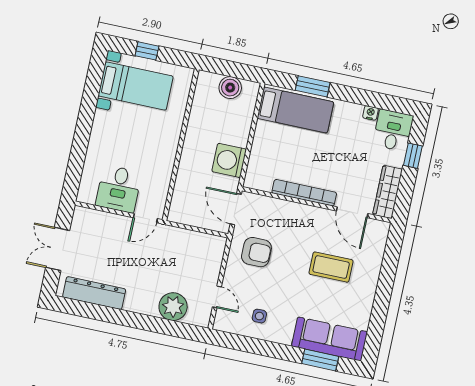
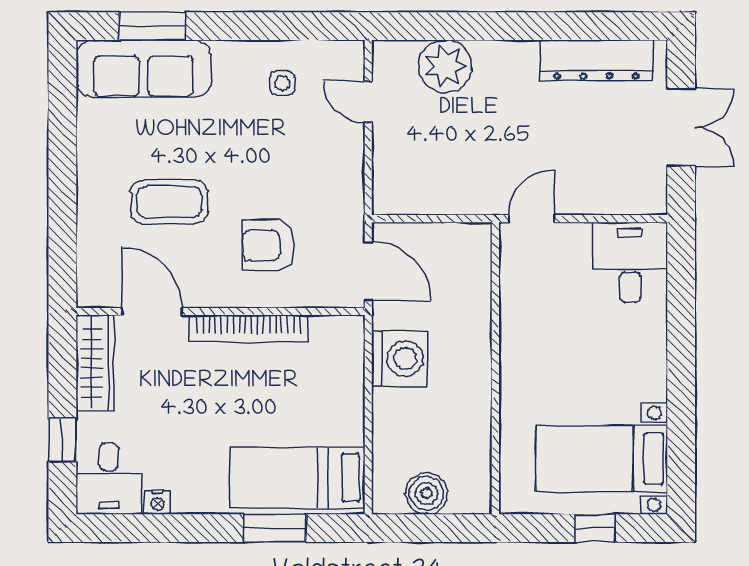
desk: (119, 189) -> (630, 262), moved
armchair: (256, 252) -> (268, 245), moved

